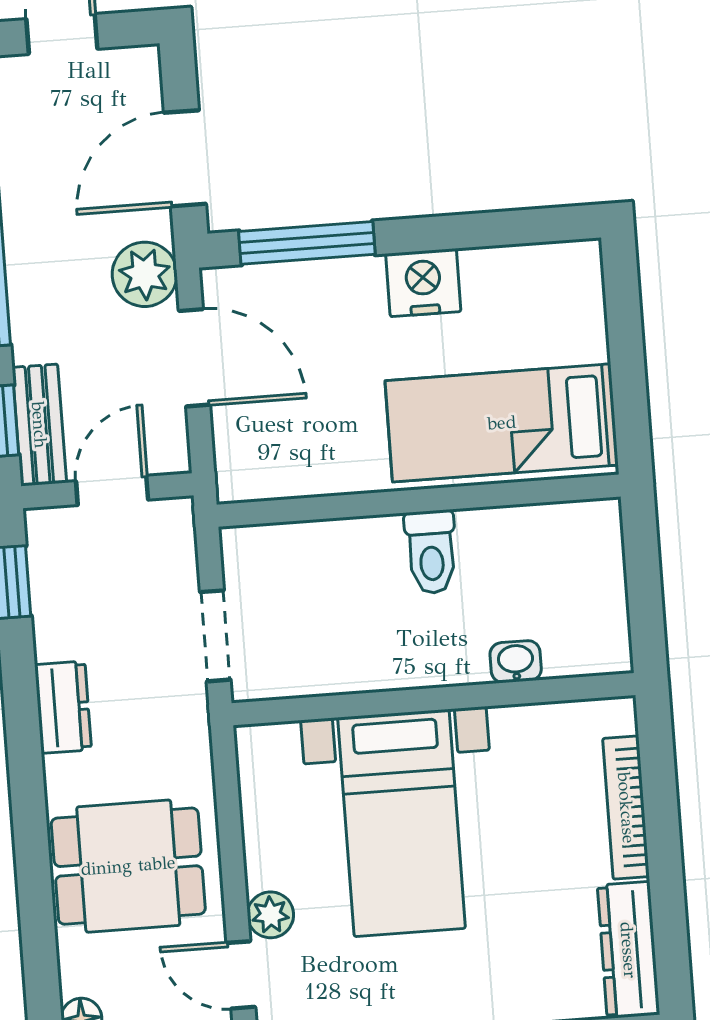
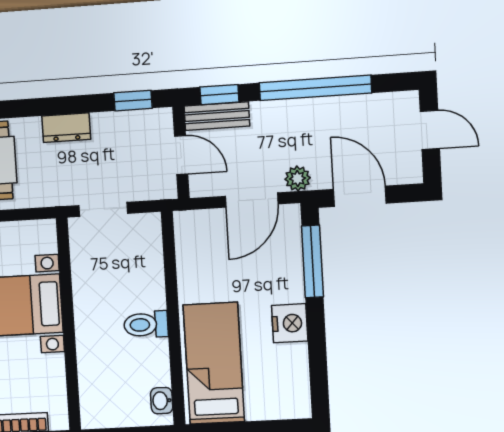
plant: (145, 274) -> (298, 178), width x0.73, depth x0.73
washbasin: (516, 662) -> (162, 401), moved, turned 180

